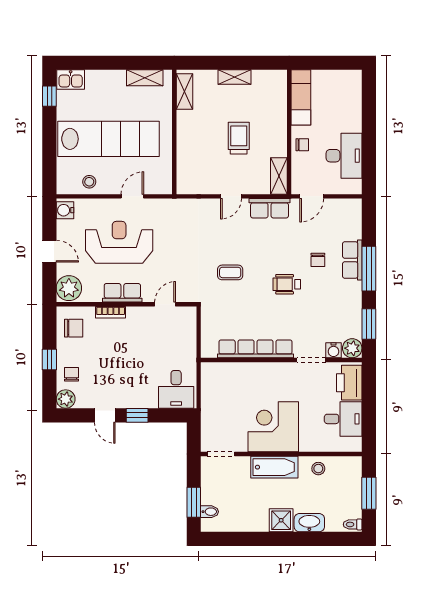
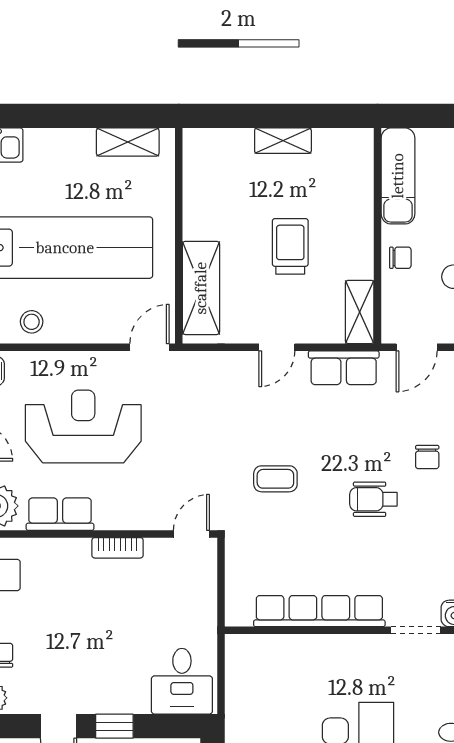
shelving: (184, 91) -> (201, 288), moved, width x1.50, depth x1.33
door: (132, 196) -> (149, 347), moved
row of seats: (122, 293) -> (60, 514), moved
door: (165, 304) -> (191, 534), moved
bookcase: (111, 312) -> (117, 548), moved

